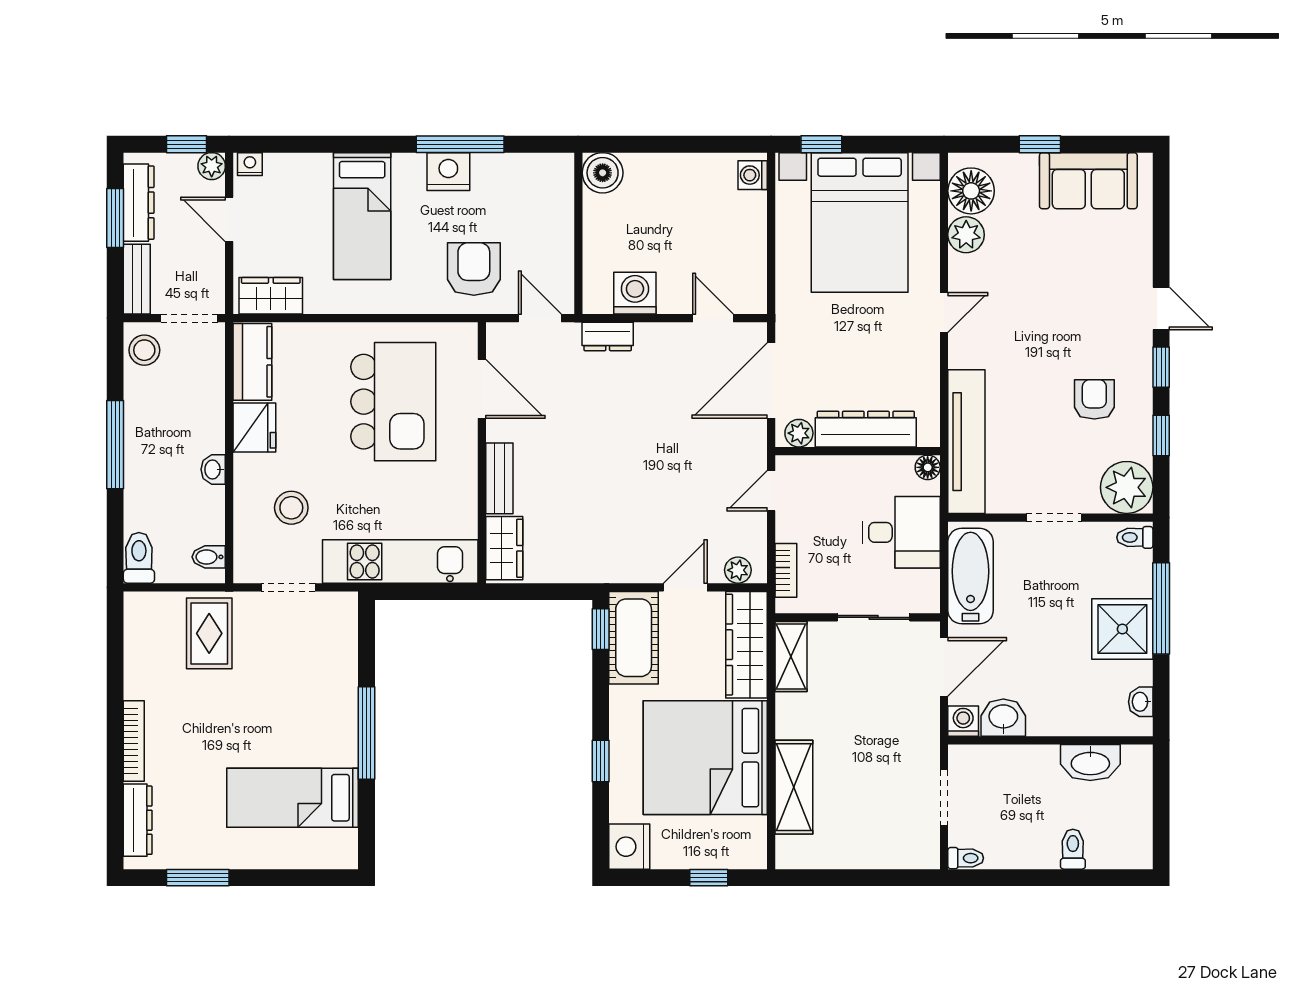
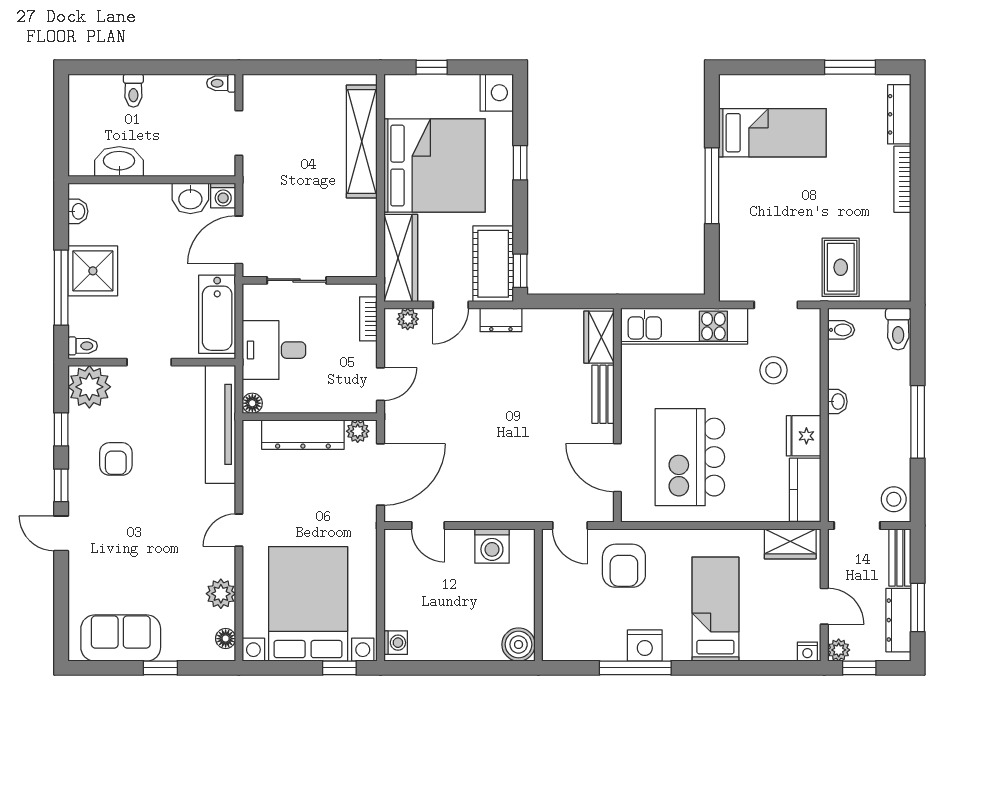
floor lamp: (971, 191) -> (226, 639), width x0.53, depth x0.53
dresser: (608, 336) -> (501, 320), moved, turned 180
shelving: (791, 656) -> (364, 248), removed
shelving: (794, 787) -> (362, 141), width x1.47

